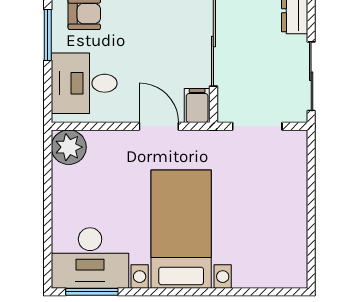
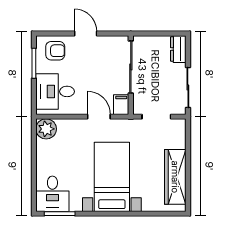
wardrobe: (289, 229) -> (175, 177), added
desk: (90, 258) -> (52, 194), width x0.73

